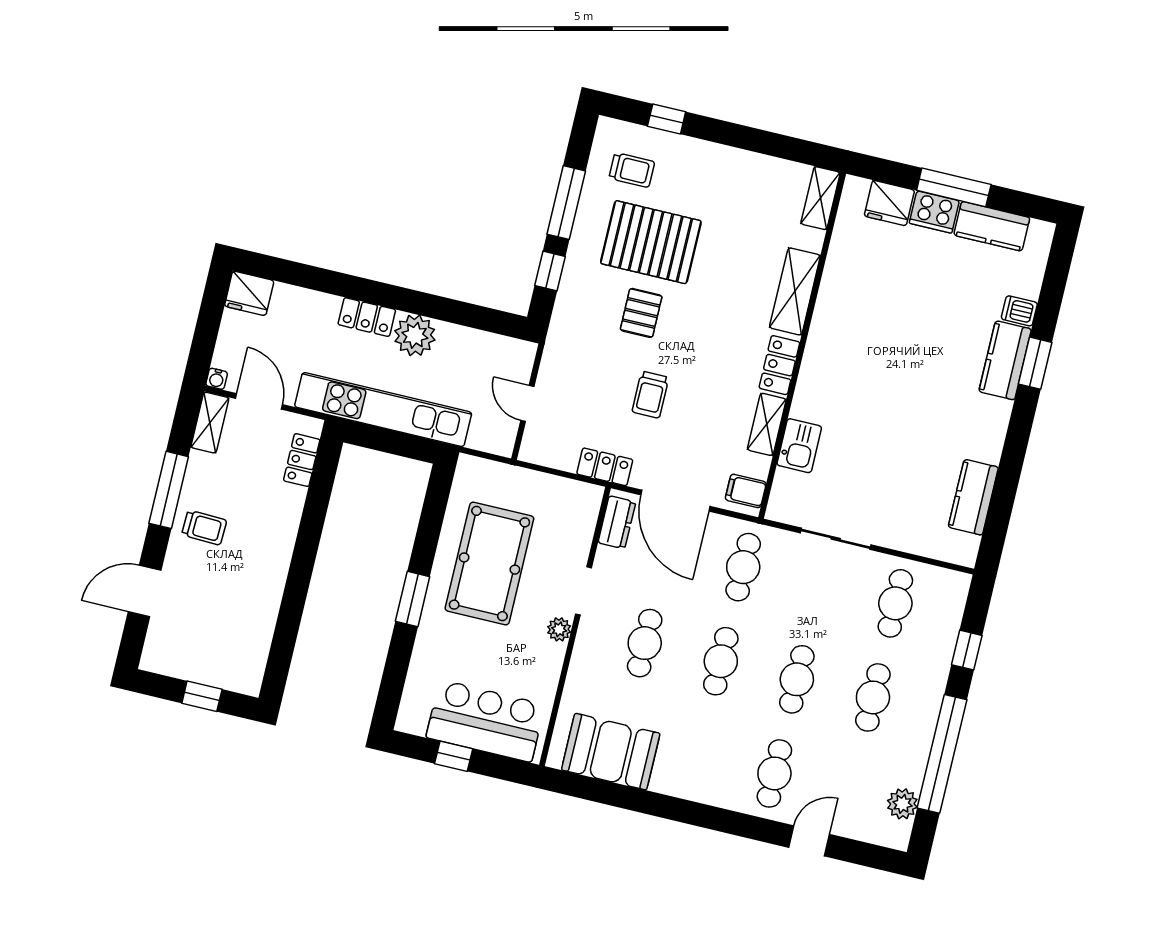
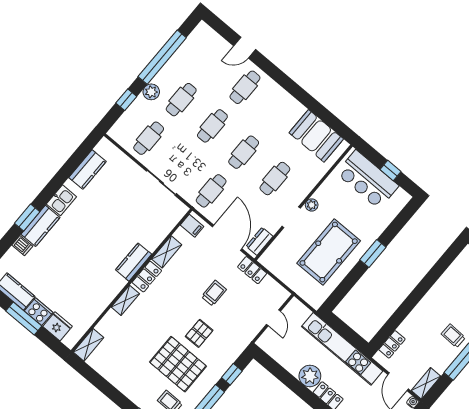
shelving: (795, 291) -> (125, 300), width x0.67, depth x0.75
kitchen counter: (815, 379) -> (134, 262), added
kitchen sink: (799, 446) -> (61, 200), moved, turned 180
plant: (902, 804) -> (151, 92), moved

